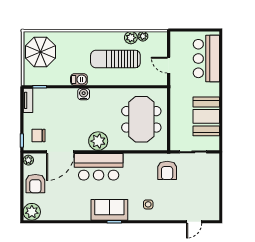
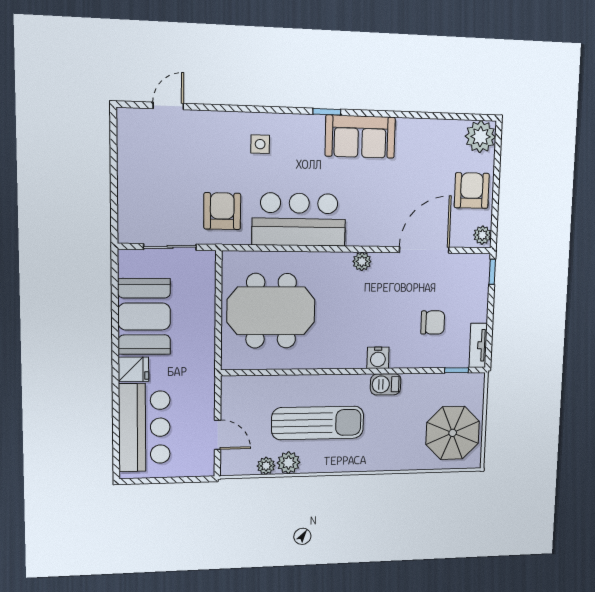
door: (169, 65) -> (218, 435), moved
fridge: (212, 89) -> (133, 369), added
meeting table: (141, 119) -> (271, 311), turned 90
chair: (38, 135) -> (433, 322), moved
plant: (98, 141) -> (362, 261), width x0.53, depth x0.53
bar counter: (99, 167) -> (299, 220), moved
sofa: (109, 210) -> (360, 137), moved

